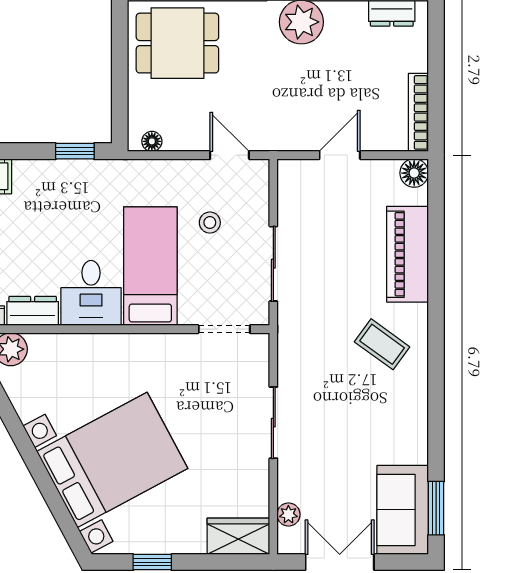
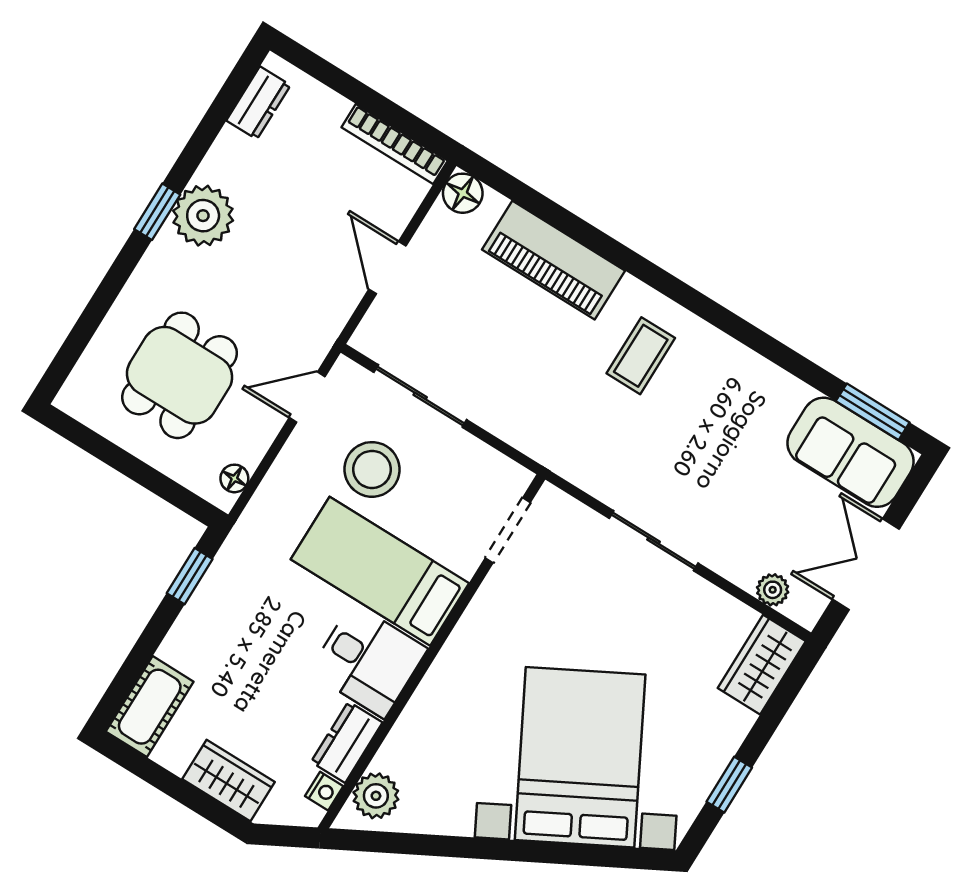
dining table: (177, 43) -> (180, 375), moved
stool: (210, 223) -> (372, 469), width x1.89, depth x1.89
sliding door: (273, 264) -> (420, 396), moved
coffee table: (382, 344) -> (641, 356), turned -36

